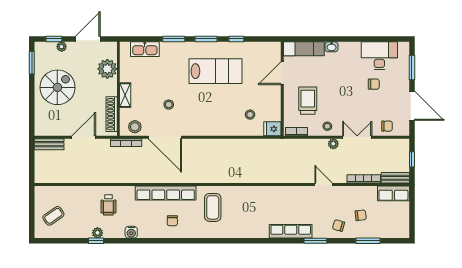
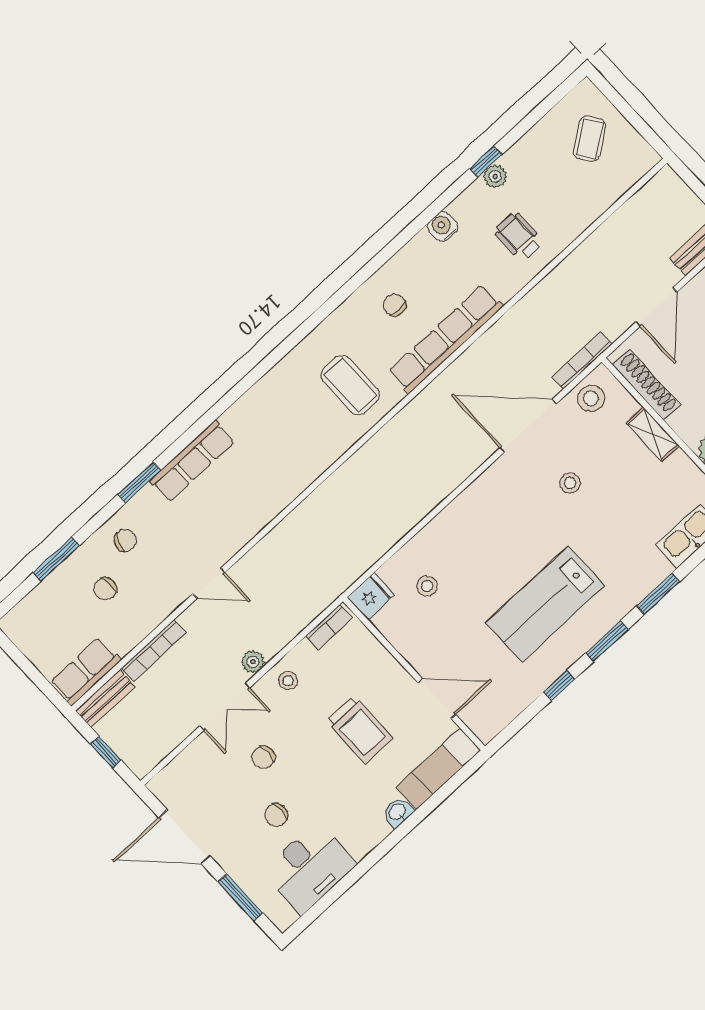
door: (282, 73) -> (437, 698), hinge flipped
trolley: (308, 101) -> (360, 730), moved
chair: (387, 126) -> (263, 757), moved

